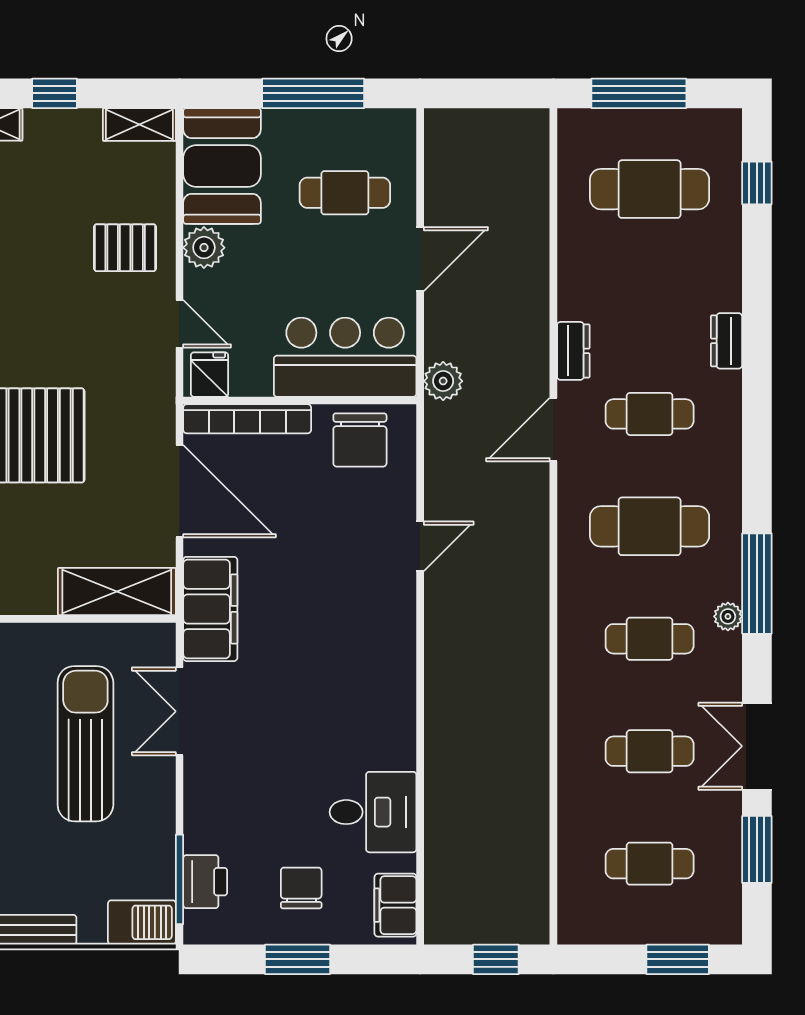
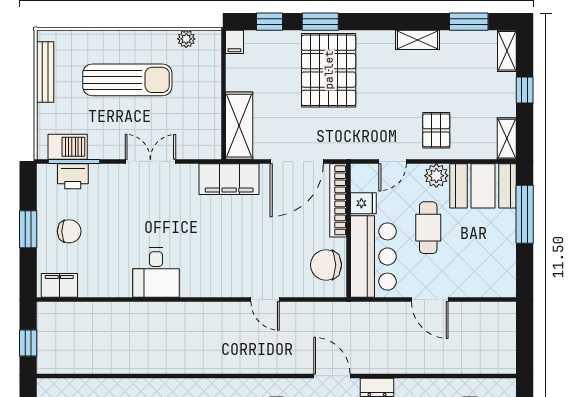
window: (313, 93) -> (525, 214), moved
cafe table: (345, 193) -> (428, 228), moved
fridge: (209, 375) -> (363, 203), moved
plant: (443, 381) -> (360, 313), removed
double door: (180, 711) -> (150, 162), moved
sun lounger: (85, 744) -> (127, 80), moved
desk: (373, 812) -> (156, 273), moved
barbecue: (142, 922) -> (68, 147), moved, turned -90

